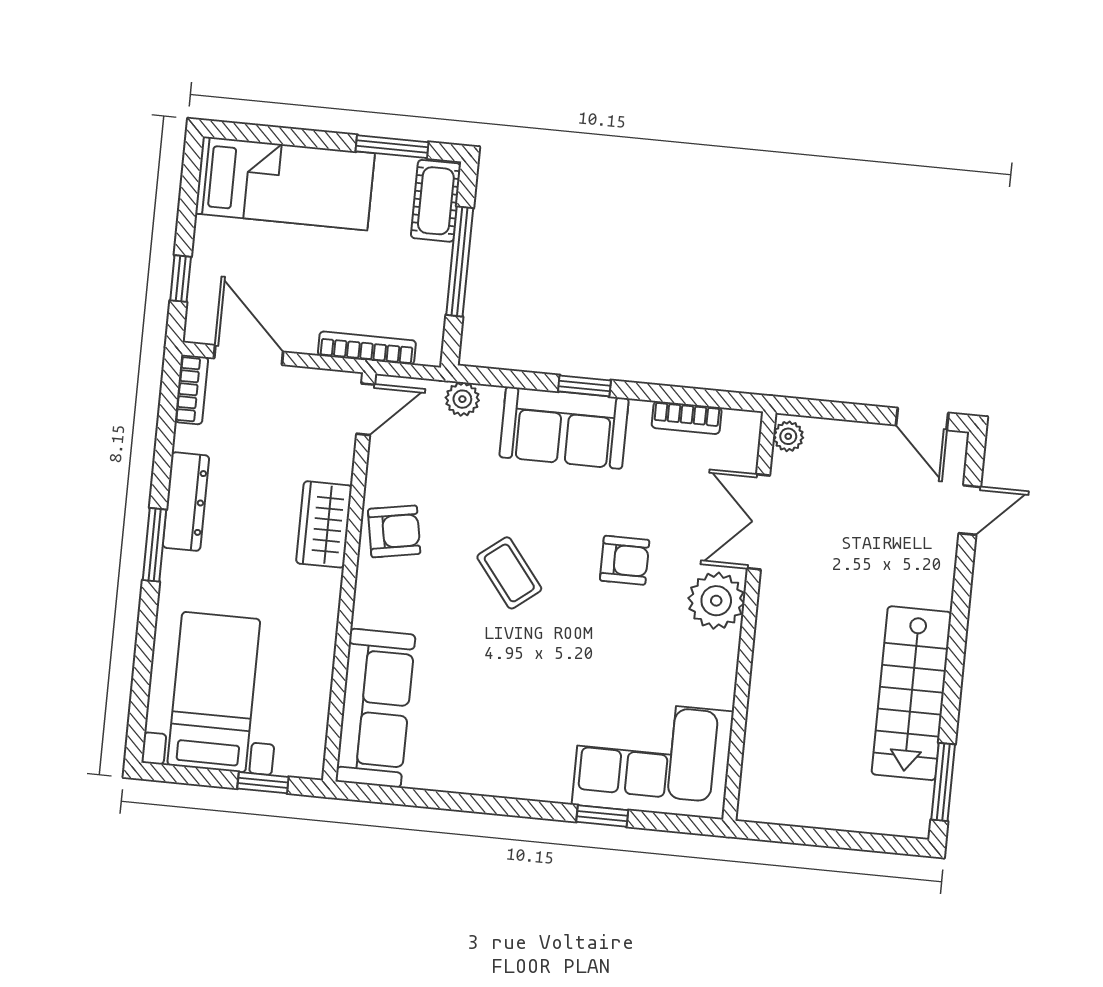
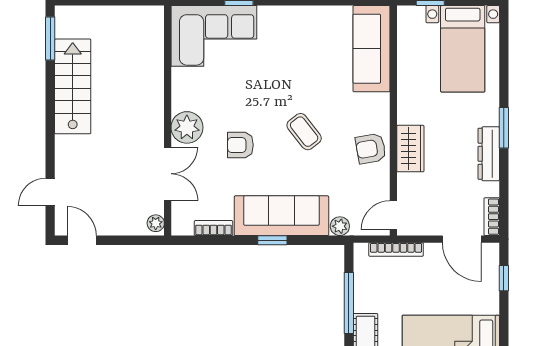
sofa: (564, 428) -> (281, 216), width x1.36

